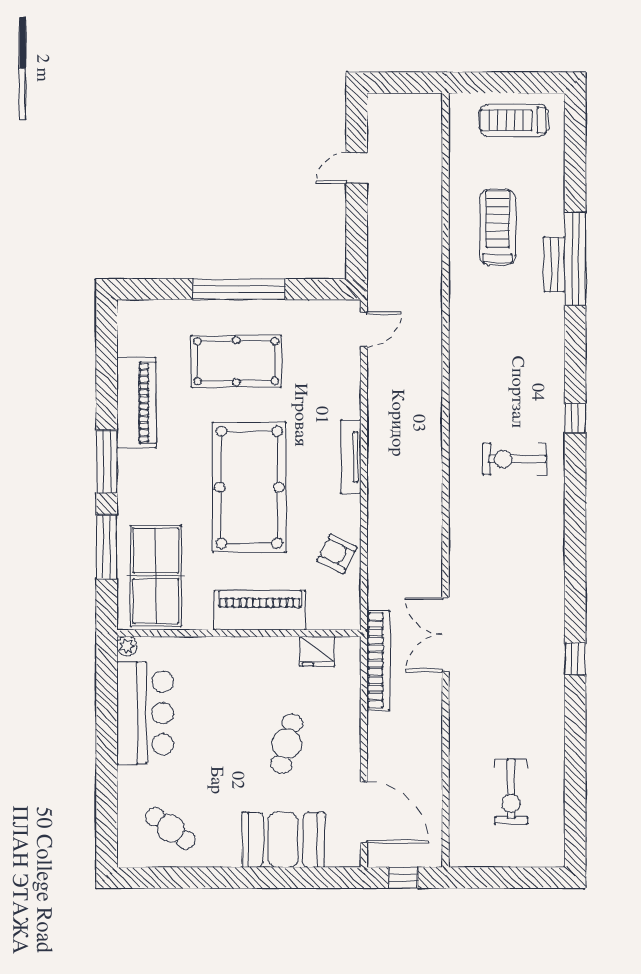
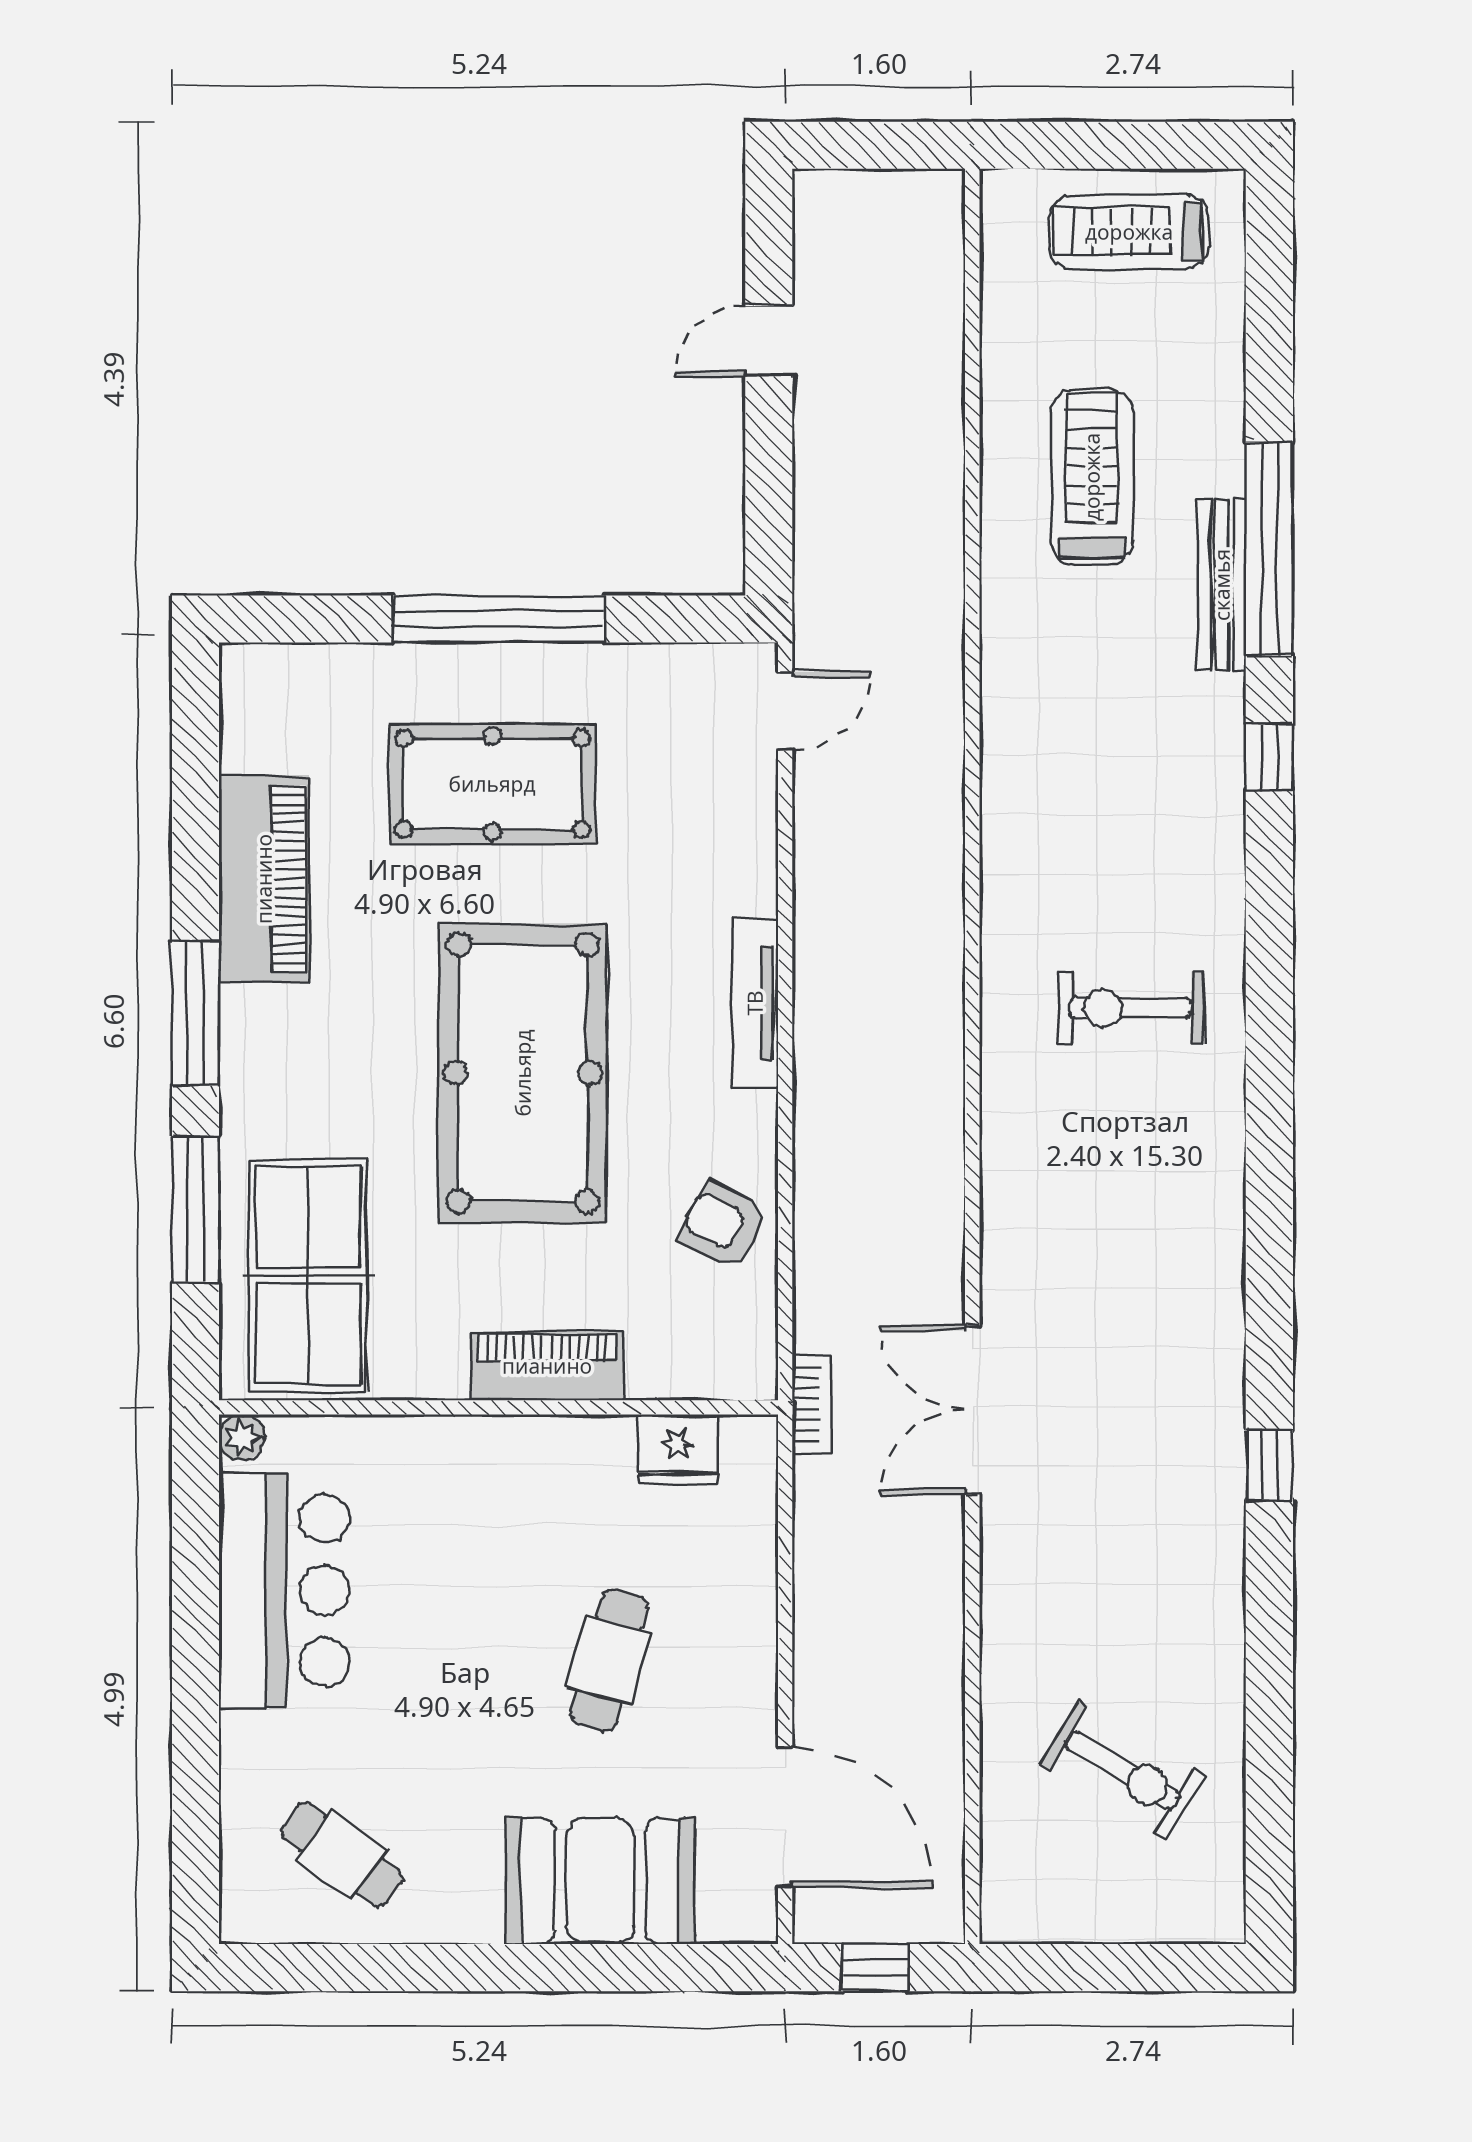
bench: (554, 264) -> (1222, 585), width x1.36
window: (575, 418) -> (1269, 757), moved
piano: (260, 610) -> (547, 1366), width x0.73, depth x0.75
bookcase: (378, 660) -> (812, 1404), width x0.43, depth x0.76
exercise bike: (511, 792) -> (1123, 1770), turned -59

